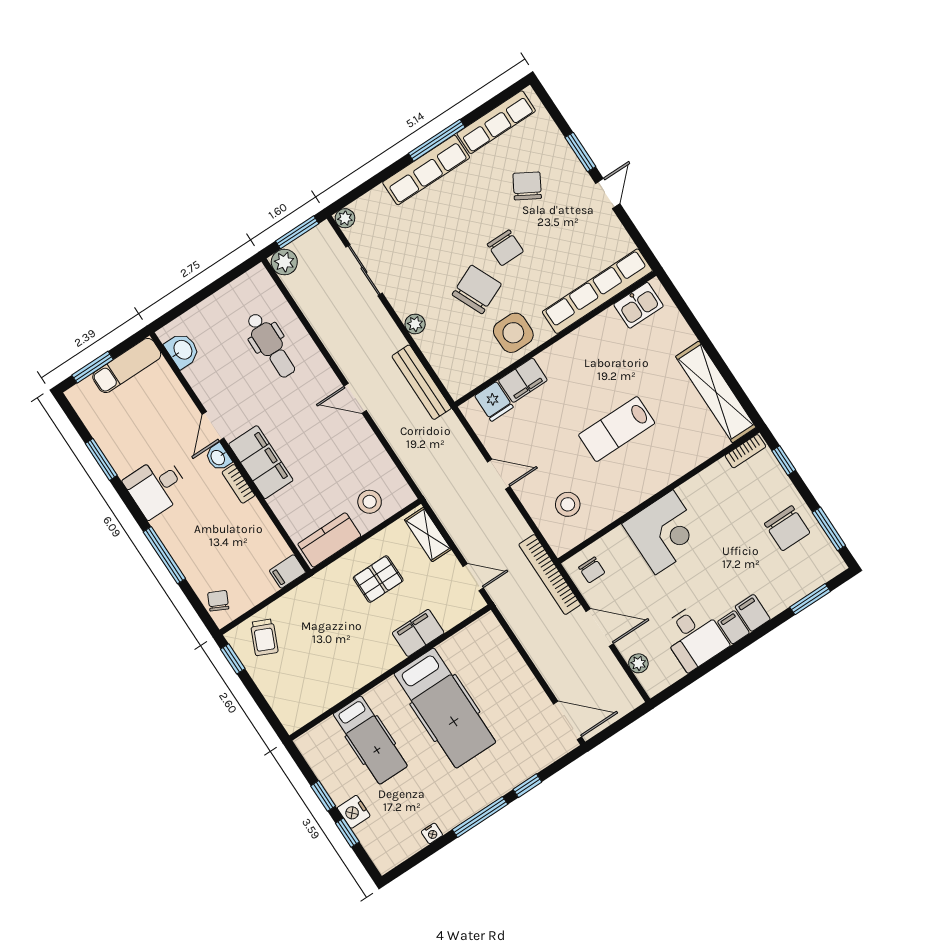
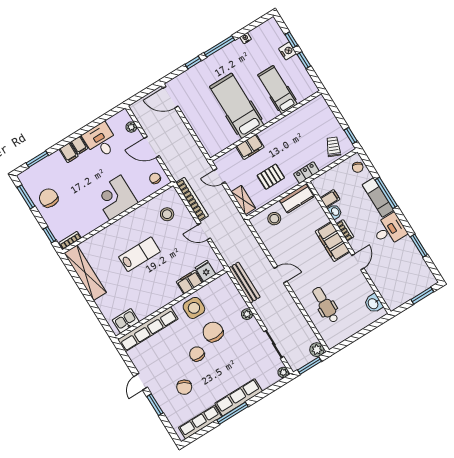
chair: (477, 289) -> (213, 332), turned 114
exam couch: (127, 365) -> (378, 197), moved, turned -90
washbasin: (218, 457) -> (335, 212), moved
filing cabinet: (287, 571) -> (330, 199), moved
bookcase: (550, 575) -> (192, 199), moved
locker: (313, 588) -> (306, 173), added

